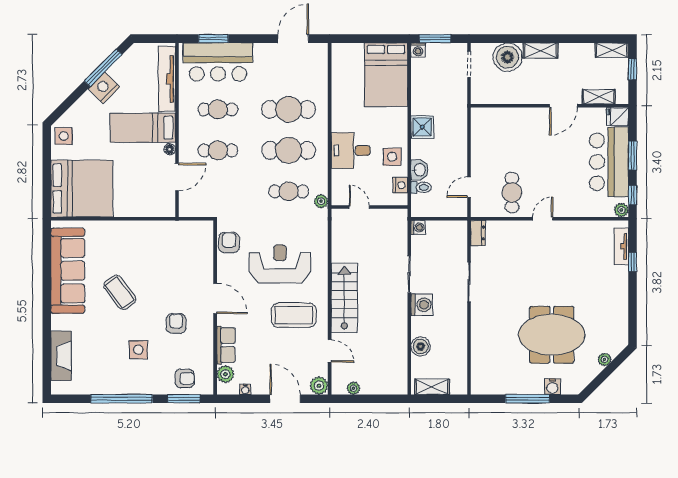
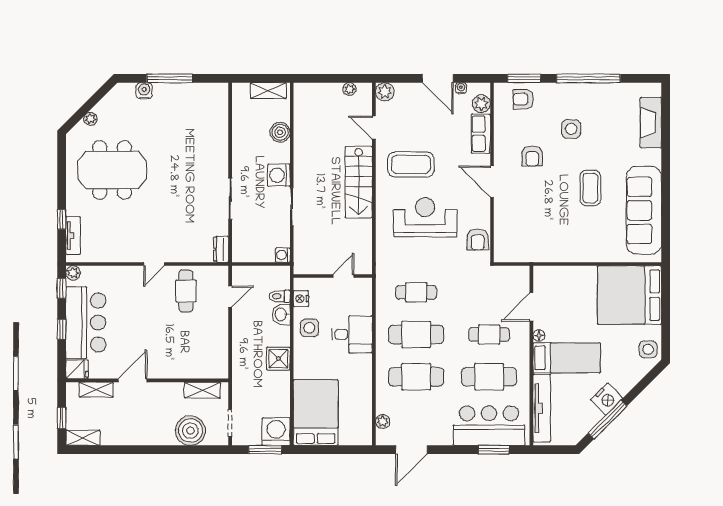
washing machine: (418, 50) -> (276, 432), width x1.89, depth x1.89
shelving: (541, 51) -> (202, 390), moved
cafe table: (218, 109) -> (489, 377), width x1.37, depth x1.35
window: (632, 155) -> (62, 329), width x0.67
plant: (321, 201) -> (383, 422), moved
door: (359, 207) -> (343, 276), swing flipped
reception desk: (280, 264) -> (425, 217), turned 180
coffee table: (120, 292) -> (590, 188), turned 37
meeting table: (552, 335) -> (112, 170), moved
door: (285, 399) -> (438, 78), moved

